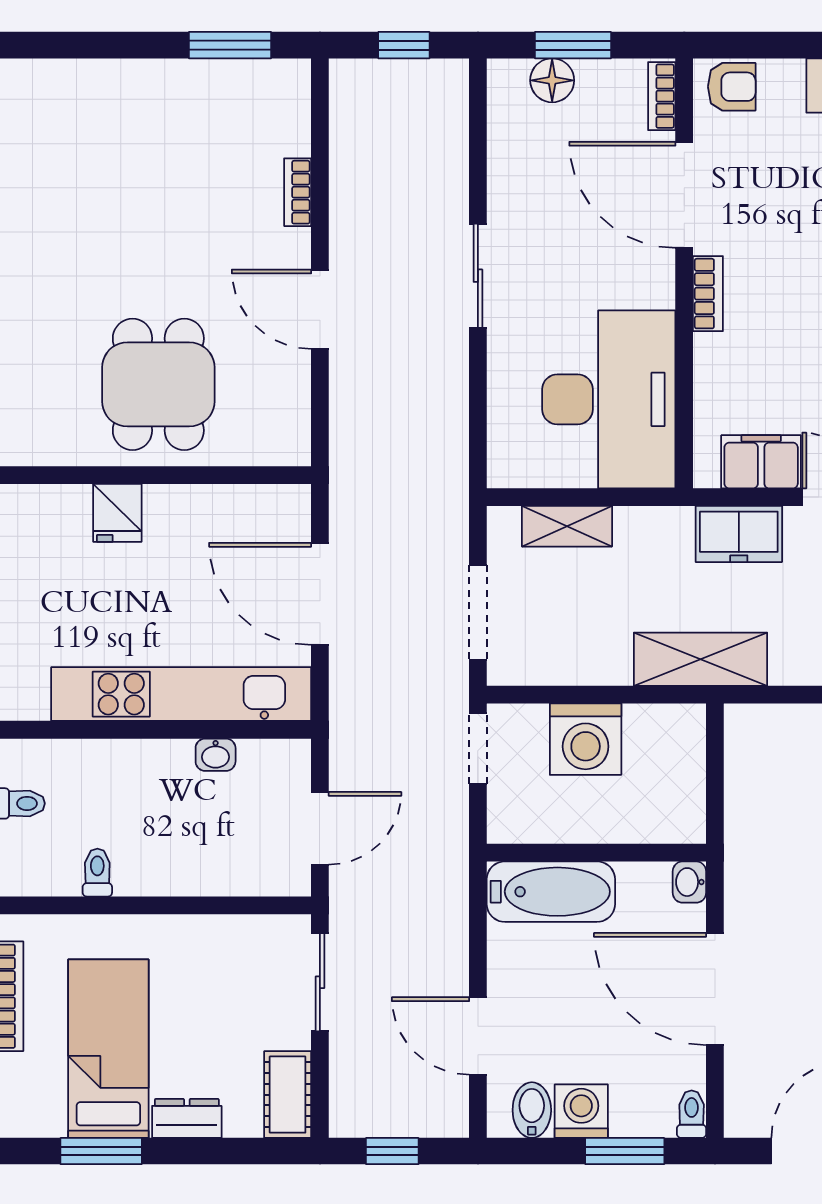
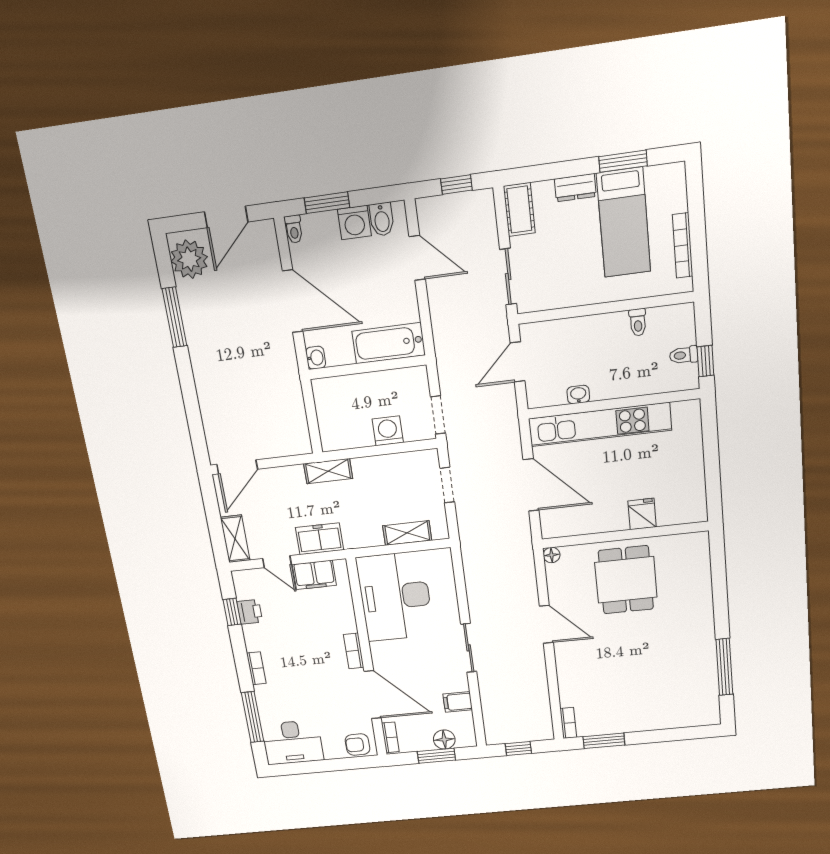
filing cabinet: (514, 161) -> (458, 702), added
bookcase: (298, 192) -> (568, 723), moved
floor lamp: (295, 451) -> (552, 555), added
doorway: (478, 612) -> (447, 485), width x0.73
shelving: (701, 659) -> (328, 471), width x0.67, depth x0.75
washing machine: (586, 739) -> (388, 431), width x0.73, depth x0.73

